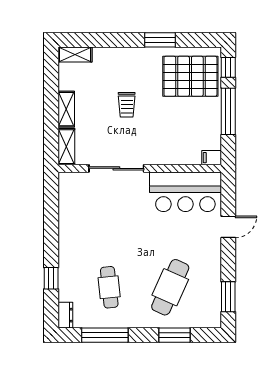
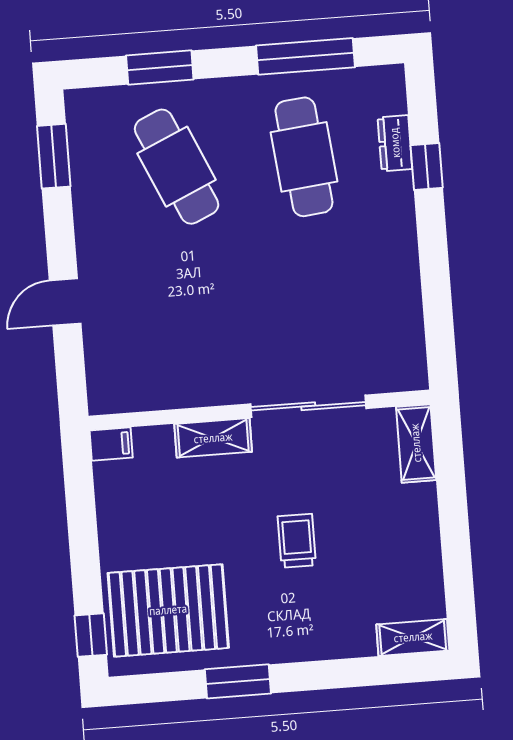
shelving: (66, 109) -> (213, 438), moved, turned 90
window: (228, 111) -> (84, 543), removed
bar counter: (185, 192) -> (160, 368), removed
cafe table: (109, 287) -> (304, 157), width x1.37, depth x1.35
cafe table: (170, 287) -> (177, 167), turned -48
dresser: (65, 315) -> (395, 143), moved

